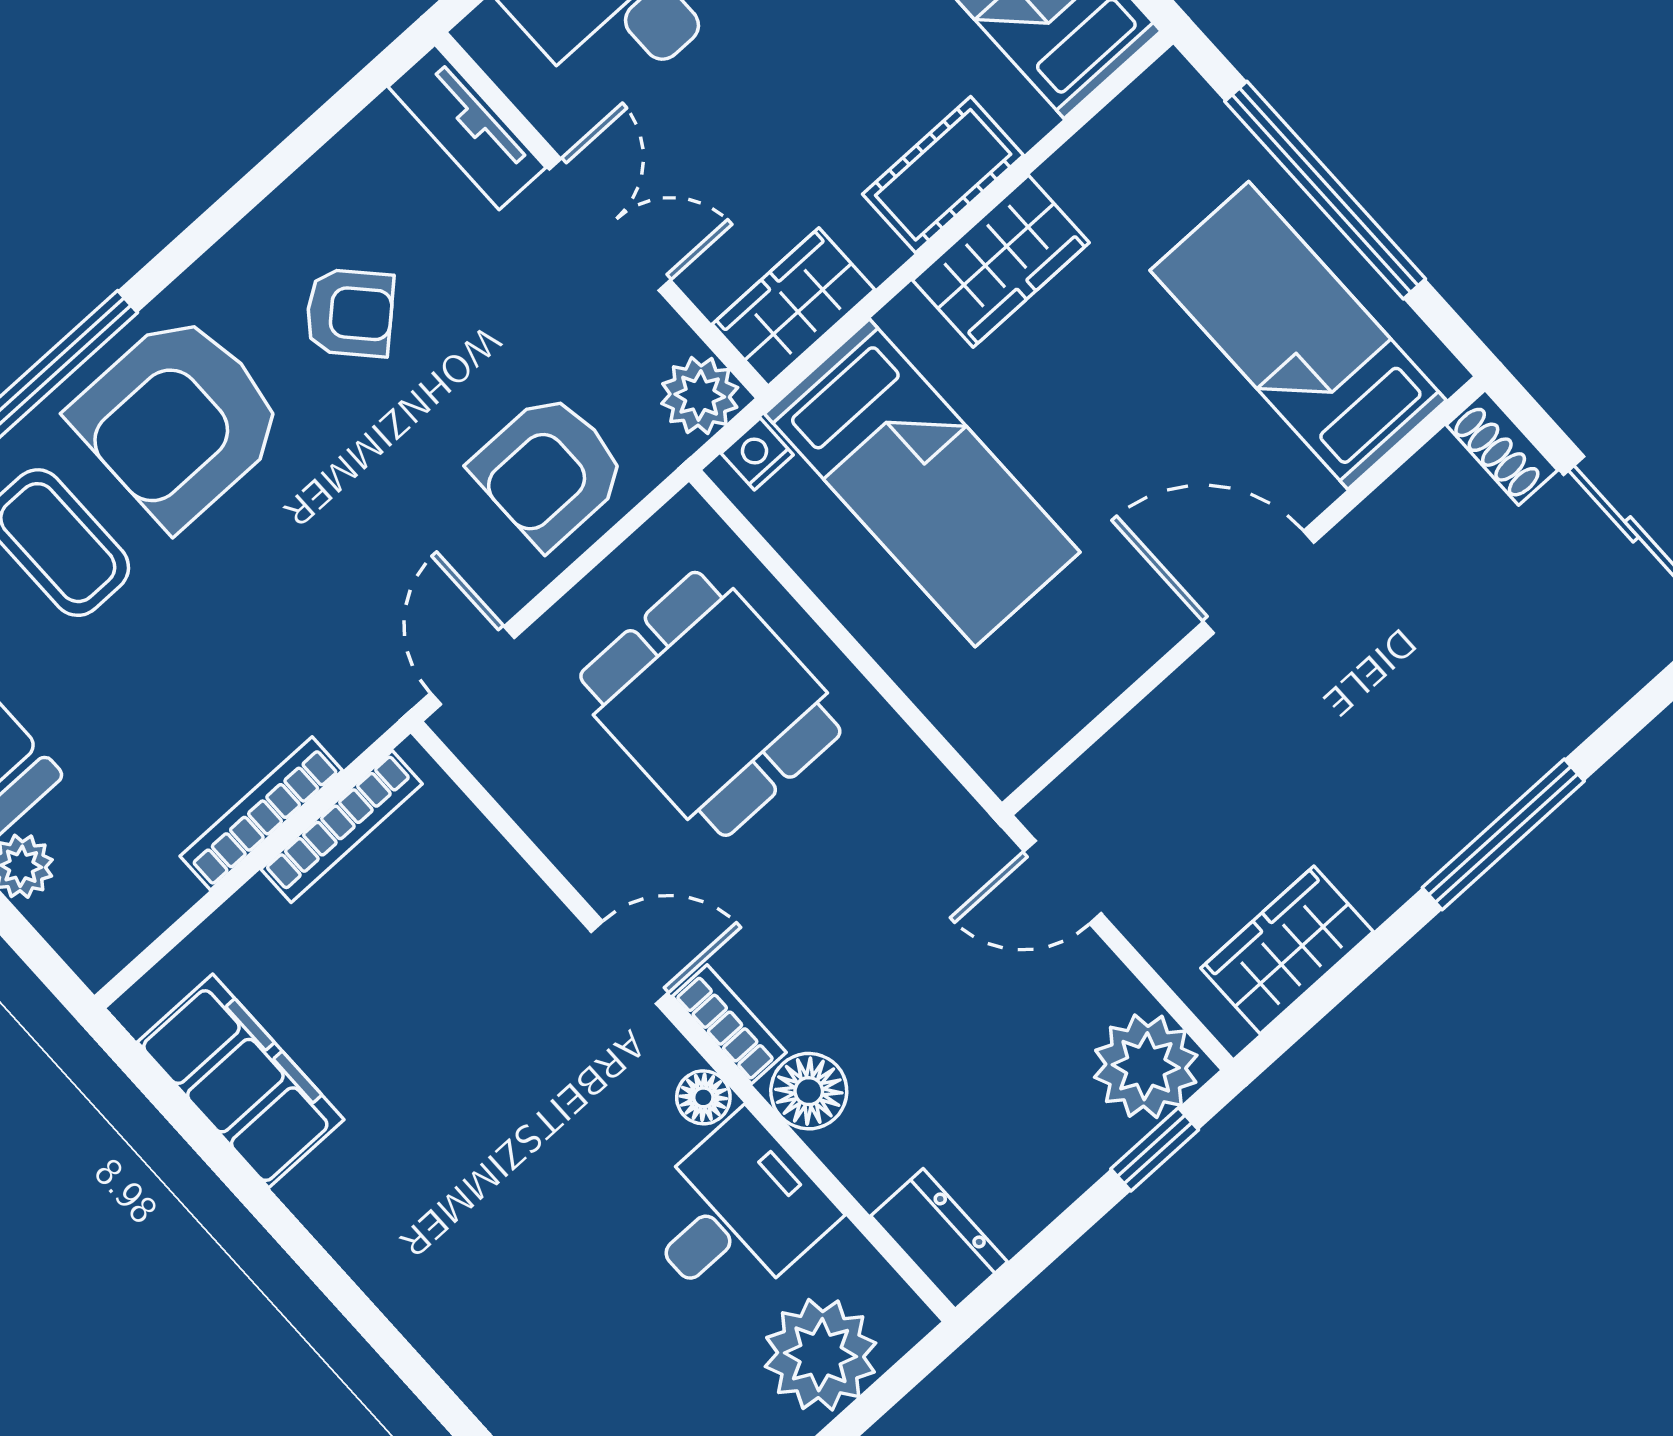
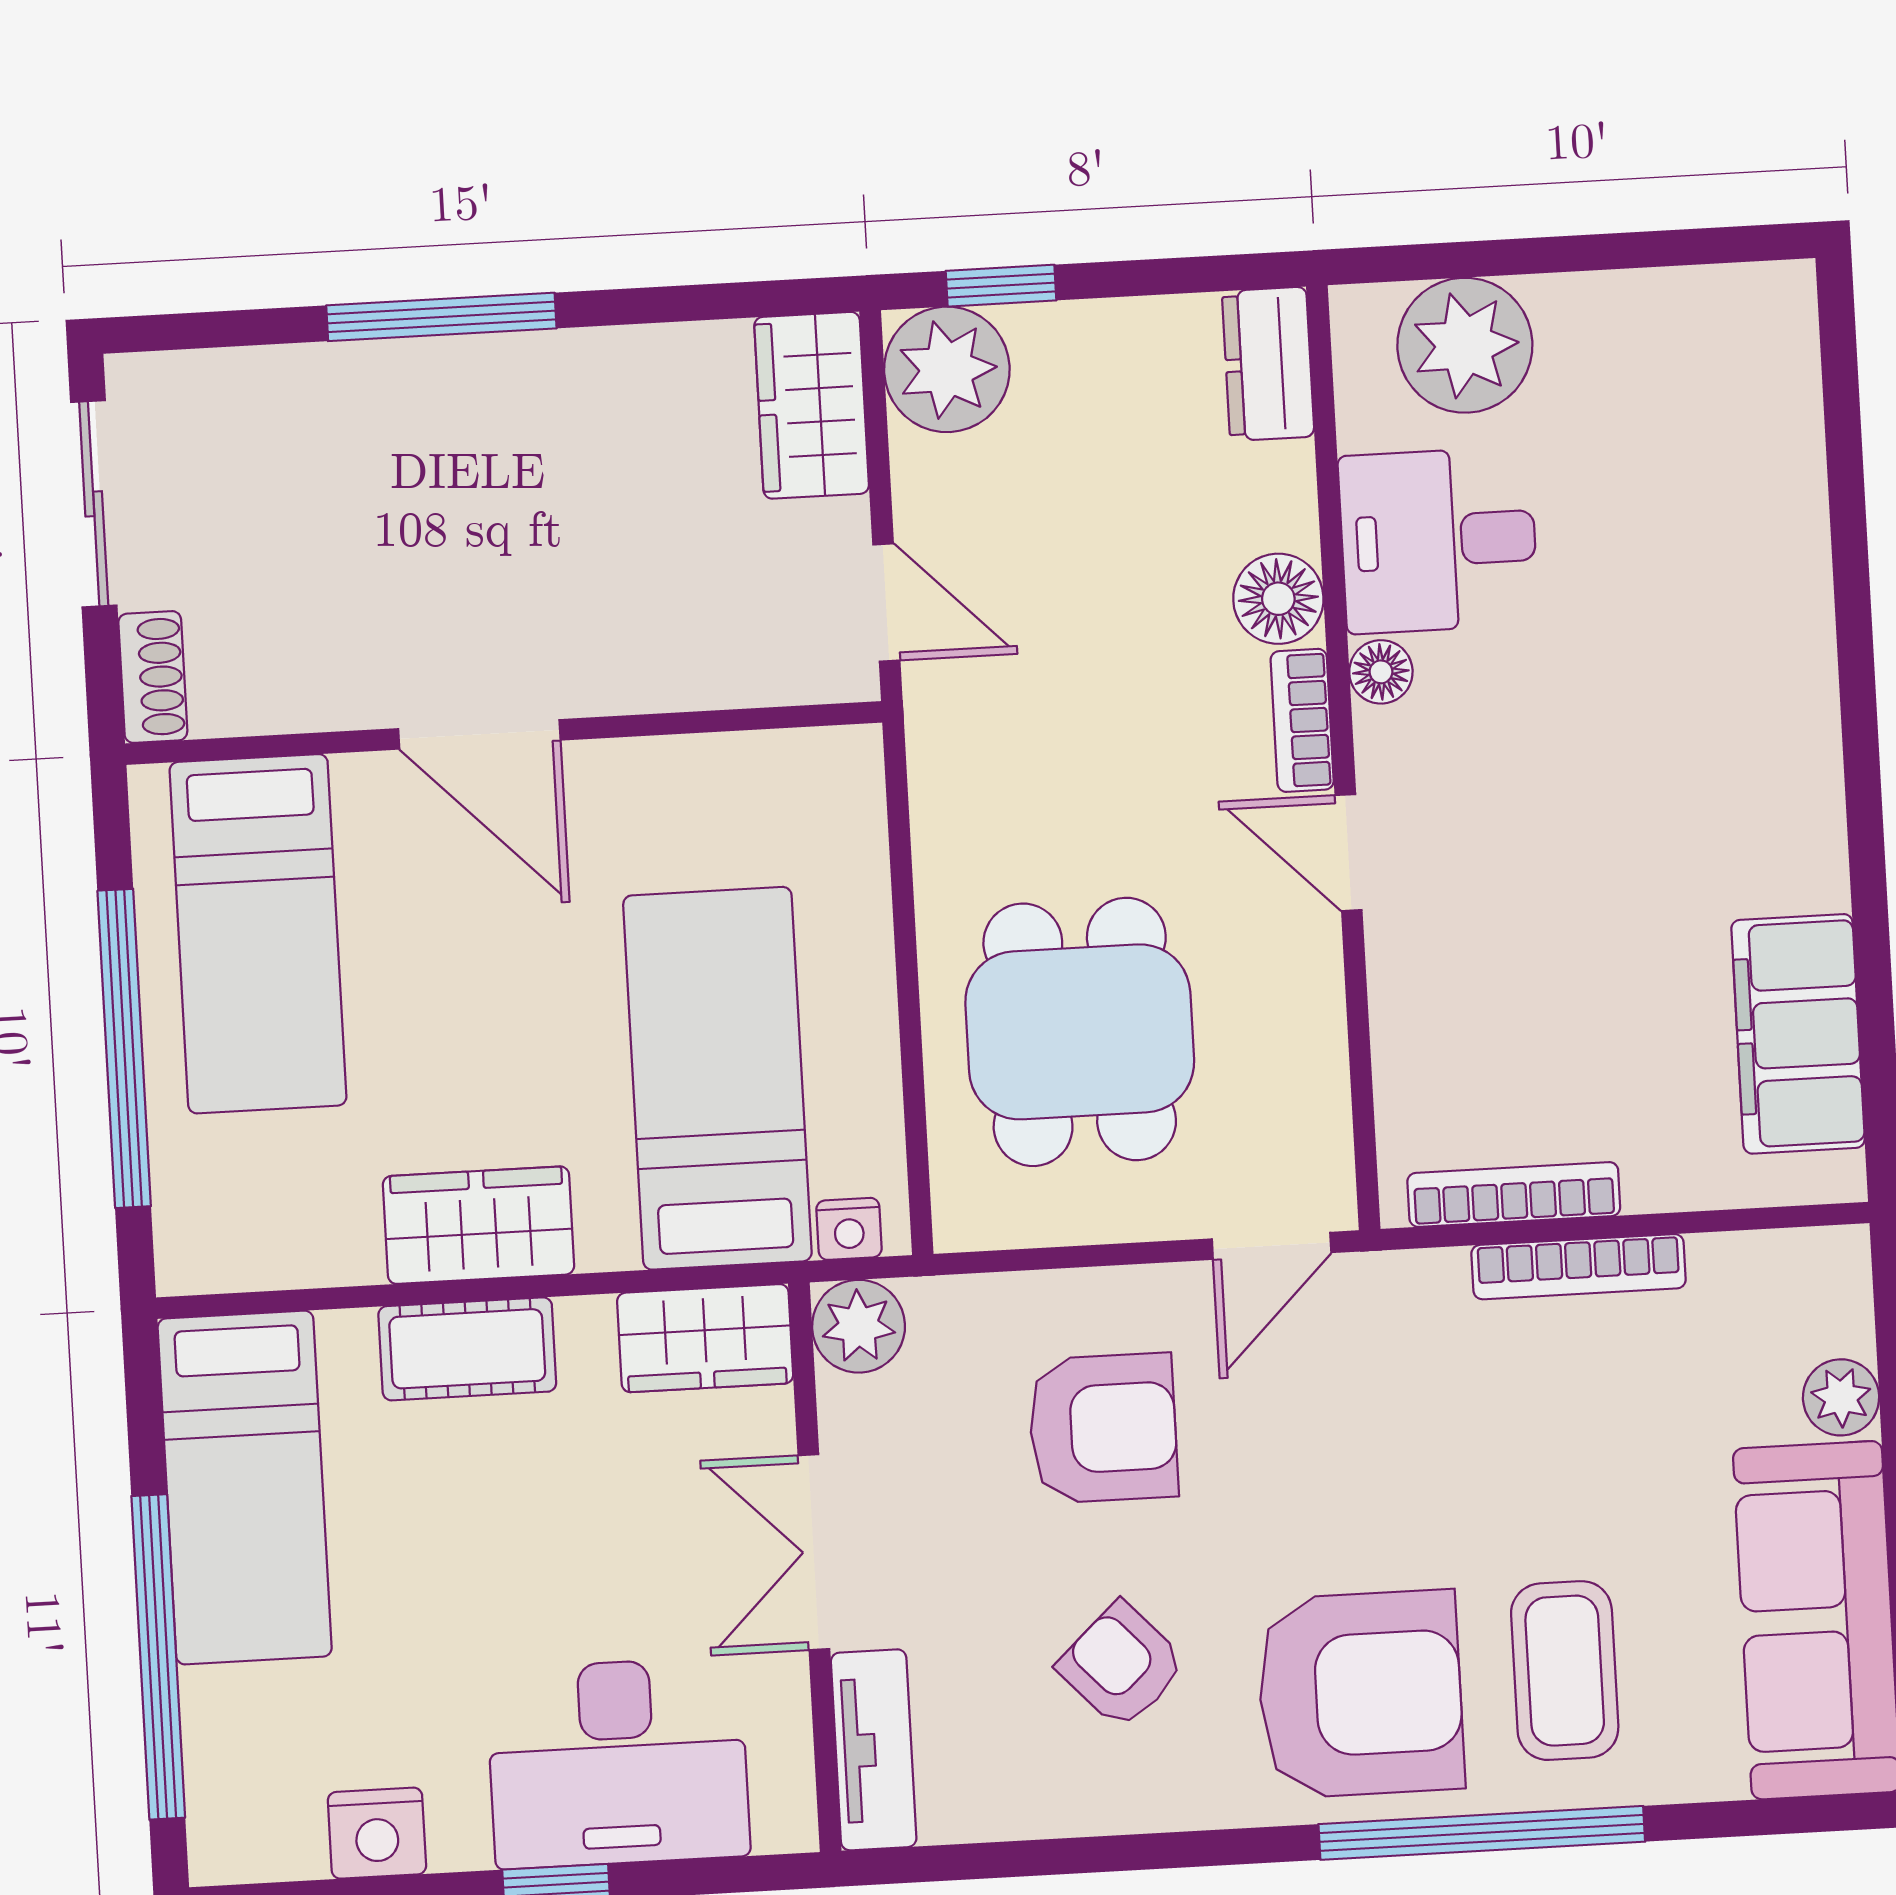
armchair: (549, 470) -> (1103, 1428), moved
wardrobe: (1287, 950) -> (812, 405), moved, turned 90

